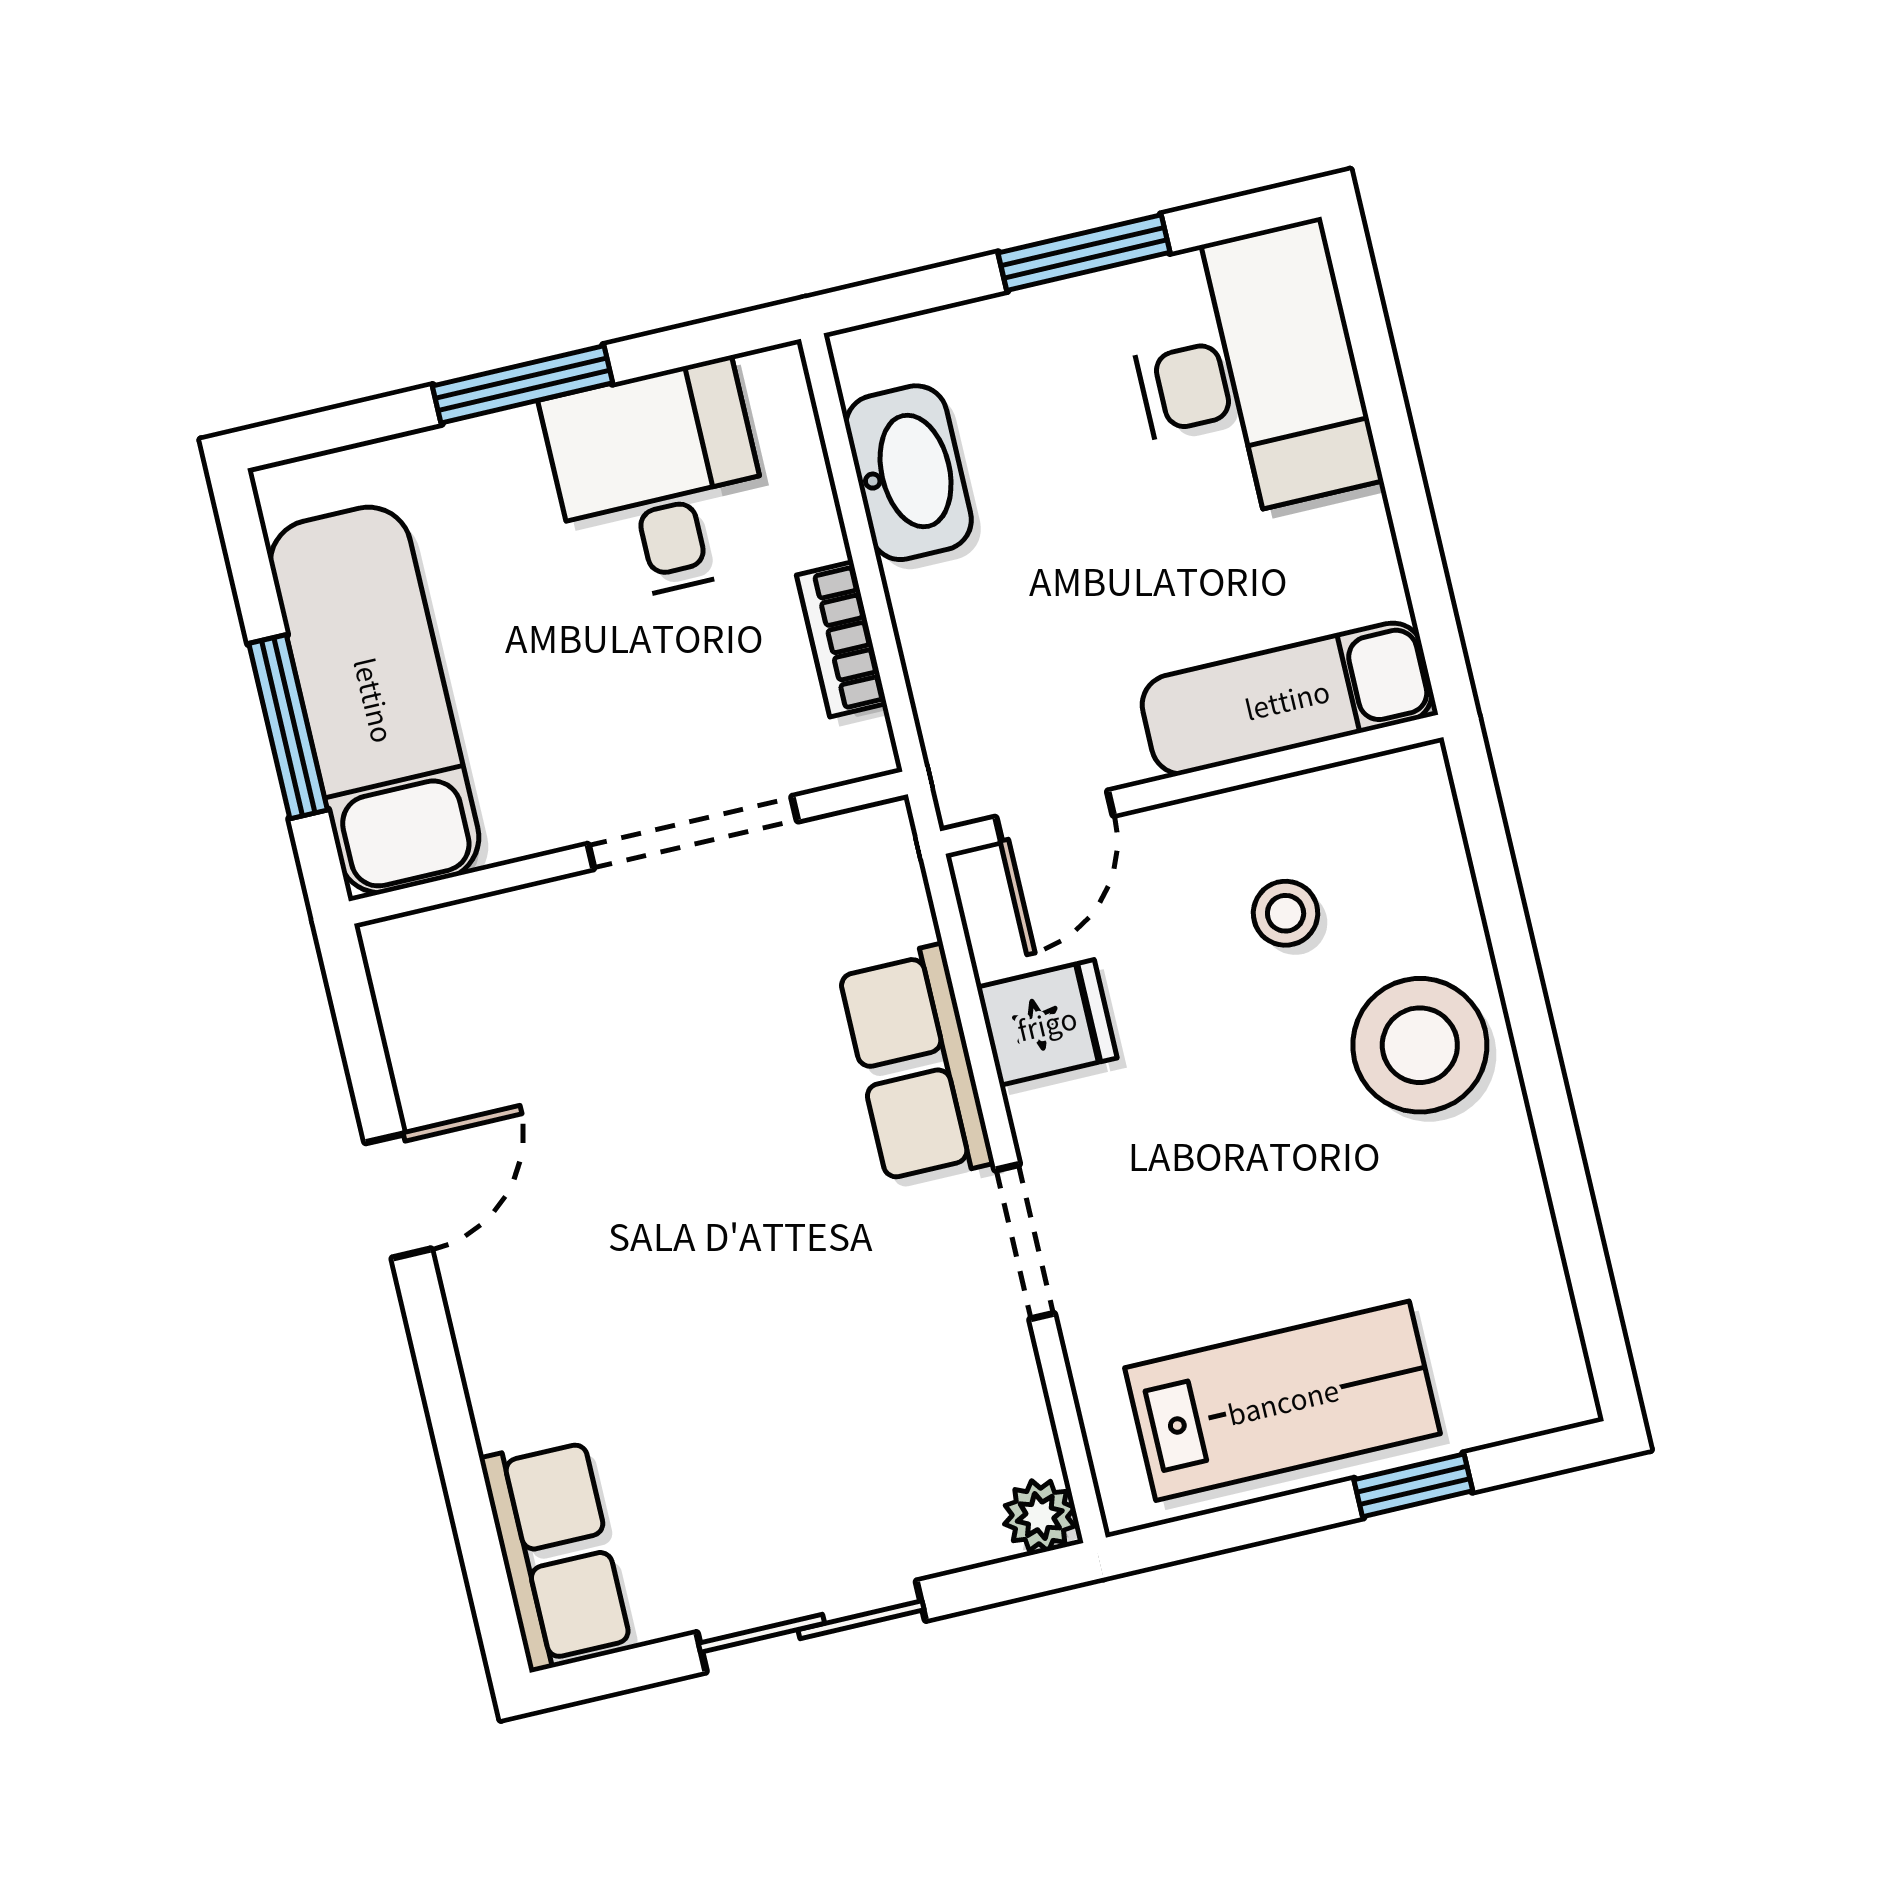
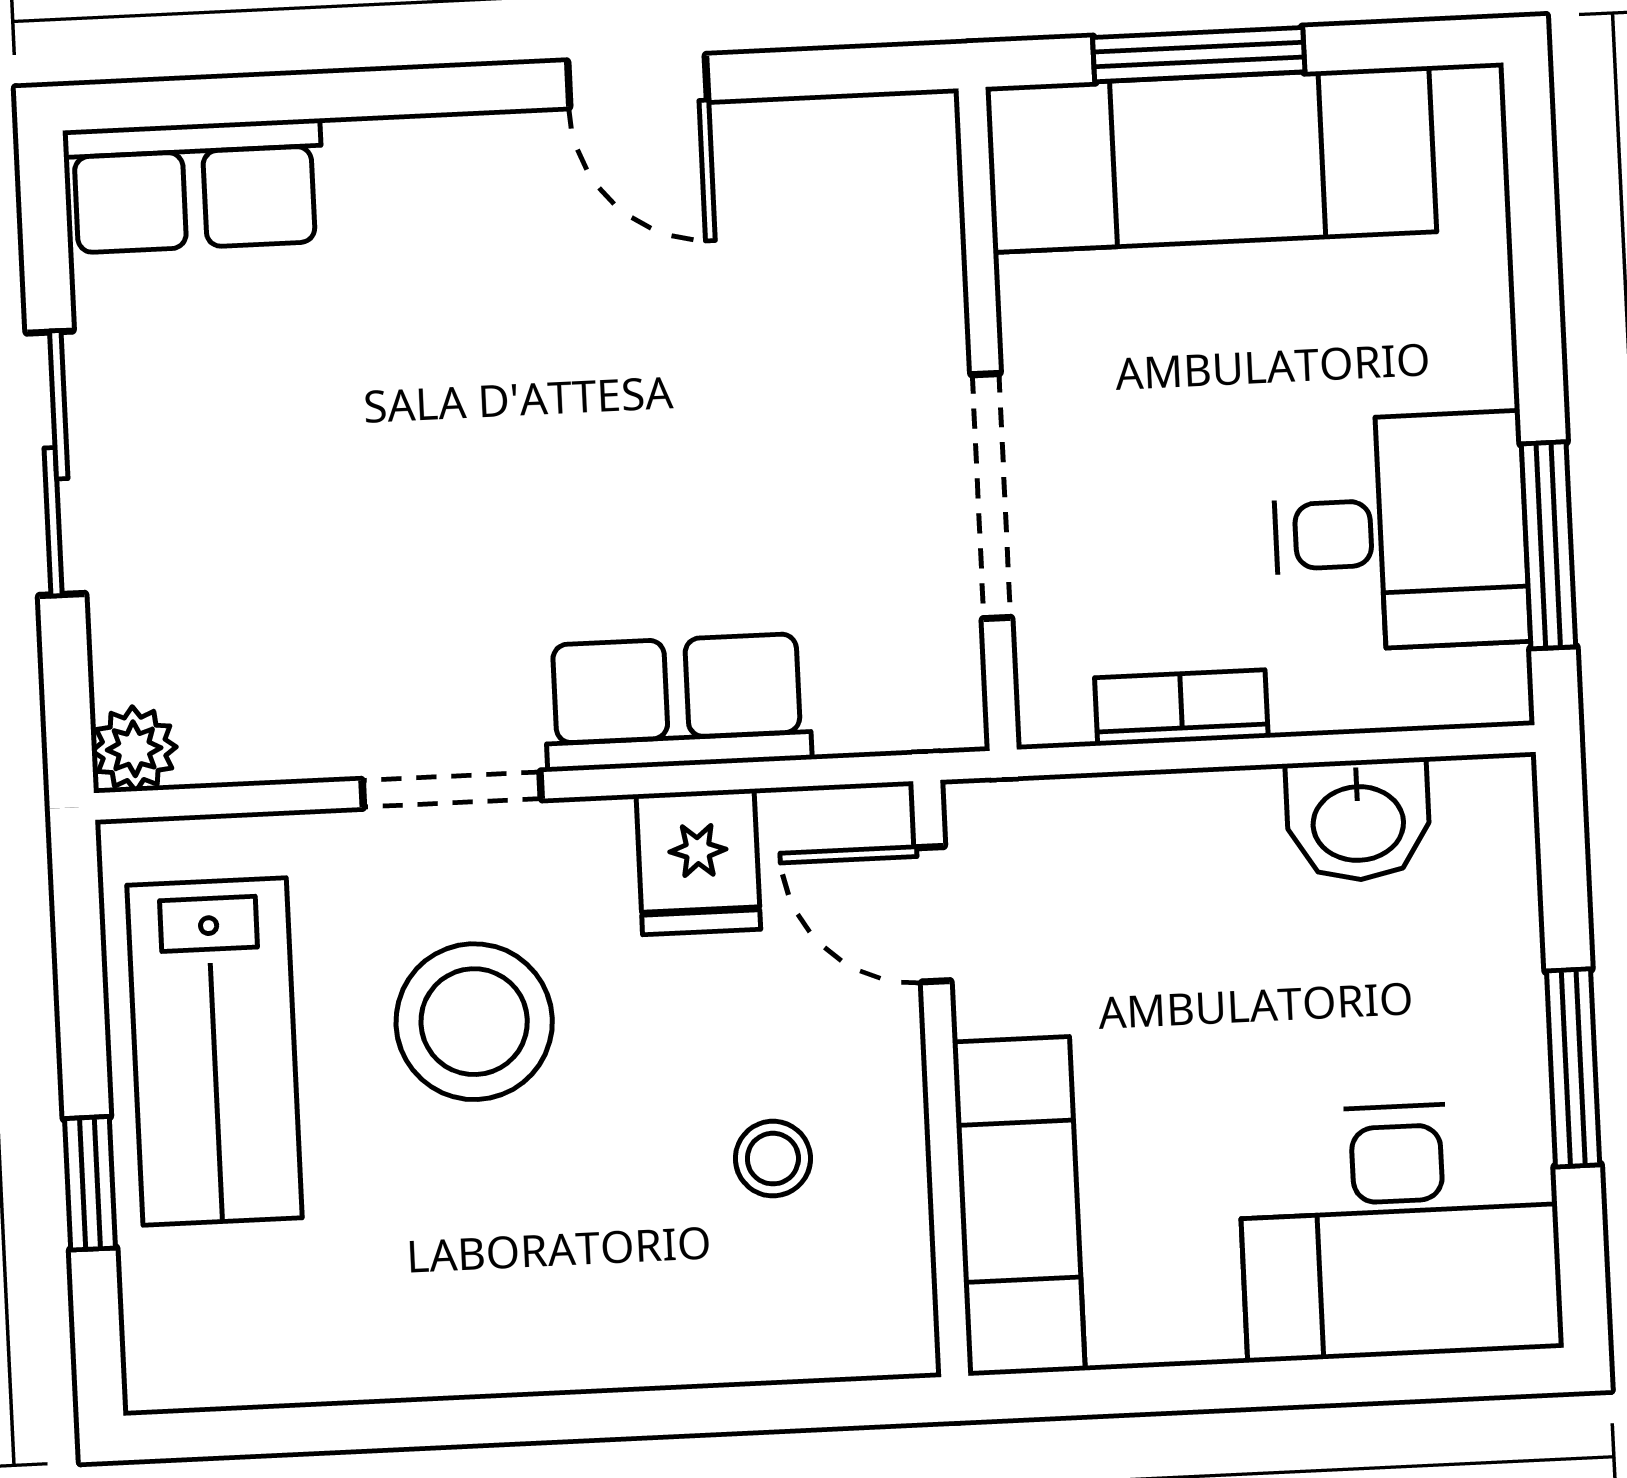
window: (522, 384) -> (1548, 545), moved
washbasin: (909, 473) -> (1358, 820), width x0.72
stool: (1420, 1045) -> (474, 1022), moved

